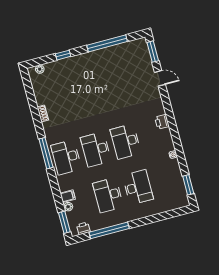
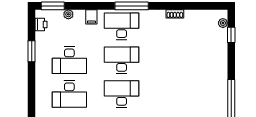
window: (63, 55) -> (231, 35), moved
desk: (108, 195) -> (69, 60), turned 180
filing cabinet: (68, 196) -> (91, 17), moved
window: (109, 230) -> (32, 51), width x0.47

